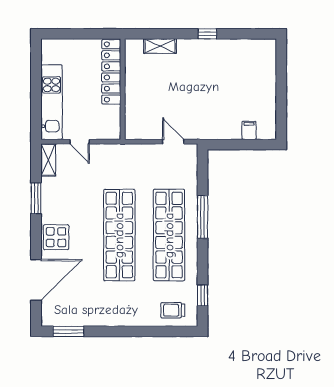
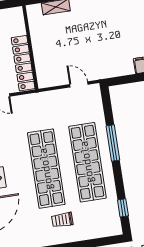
locker: (111, 72) -> (23, 63), moved
trolley: (173, 310) -> (62, 220), moved

